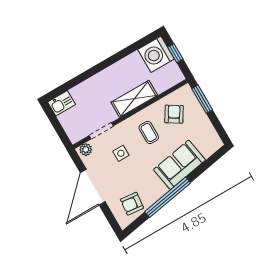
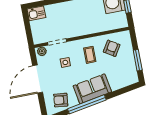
shelving: (134, 99) -> (88, 28), removed
window: (202, 99) -> (138, 60), moved
sofa: (179, 165) -> (92, 89), moved

